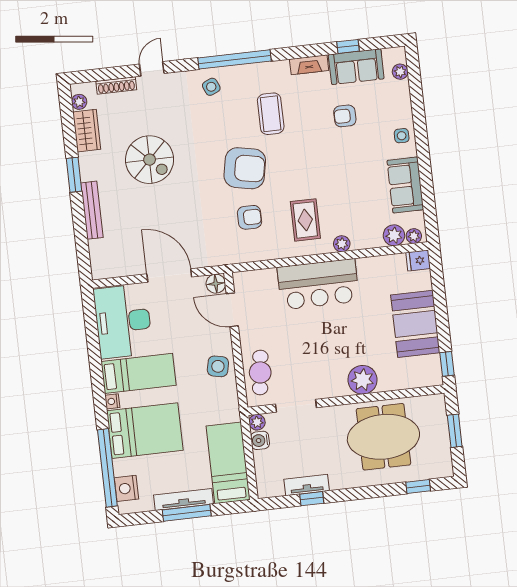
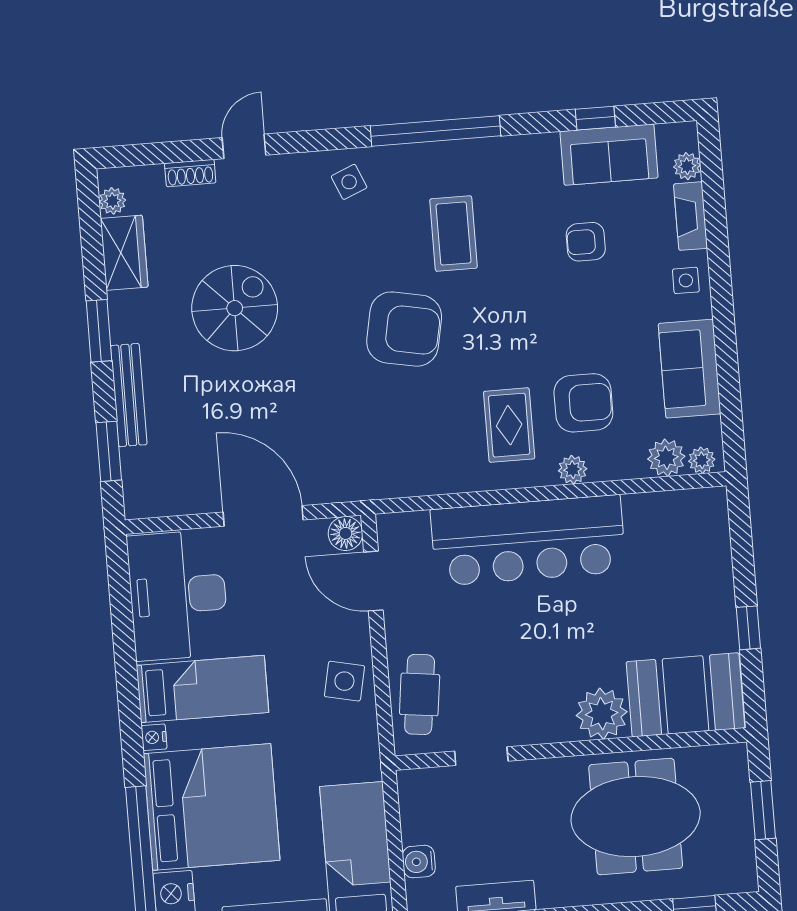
window: (234, 59) -> (436, 131), moved
fireplace: (309, 65) -> (691, 216), moved, turned 90
shoe rack: (116, 85) -> (190, 173), width x0.70
spiral stairs: (150, 160) -> (235, 308), turned -90
armchair: (249, 217) -> (583, 403), moved, width x1.38, depth x1.38
window: (82, 242) -> (109, 451), added
fridge: (418, 260) -> (708, 504), removed
bar counter: (318, 284) -> (528, 540), width x1.36
booth: (415, 324) -> (685, 695), moved, turned 90
window: (447, 364) -> (748, 628), moved
doorway: (296, 406) -> (481, 756), width x0.73
plant: (257, 422) -> (411, 783), removed
bed: (145, 431) -> (212, 807), width x1.36
water cooler: (260, 440) -> (419, 862), moved

